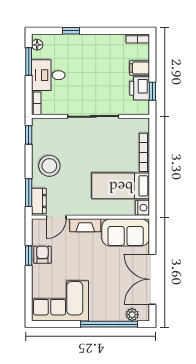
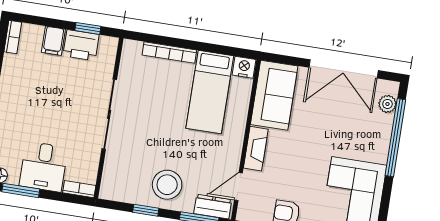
window: (29, 135) -> (146, 210), moved
door: (56, 217) -> (238, 187), swing flipped

